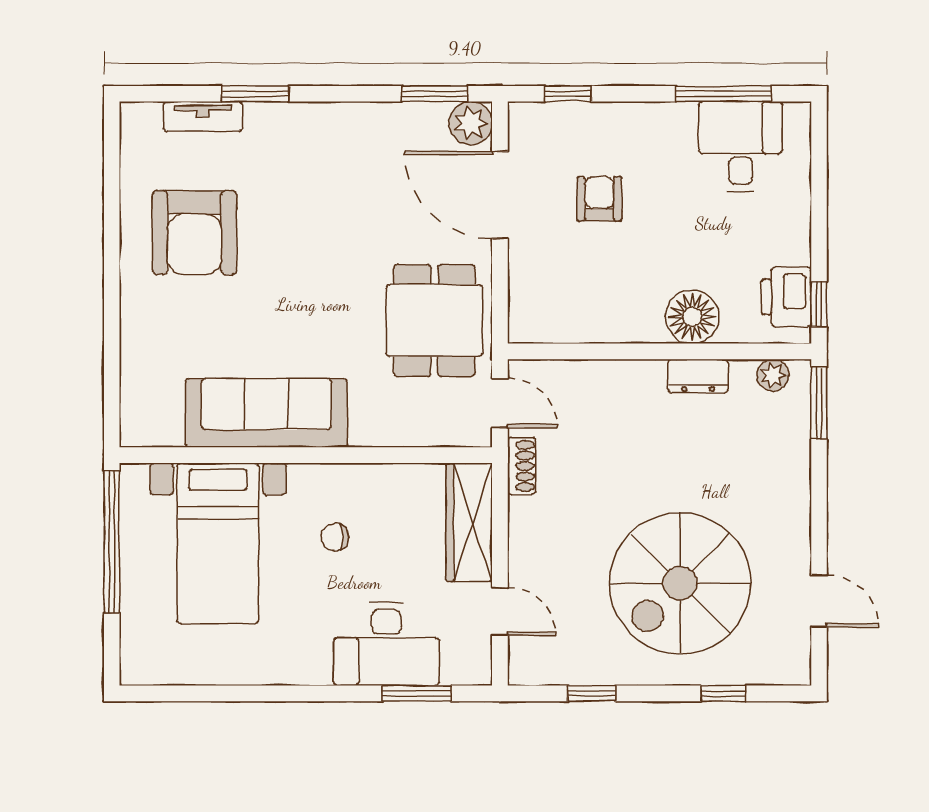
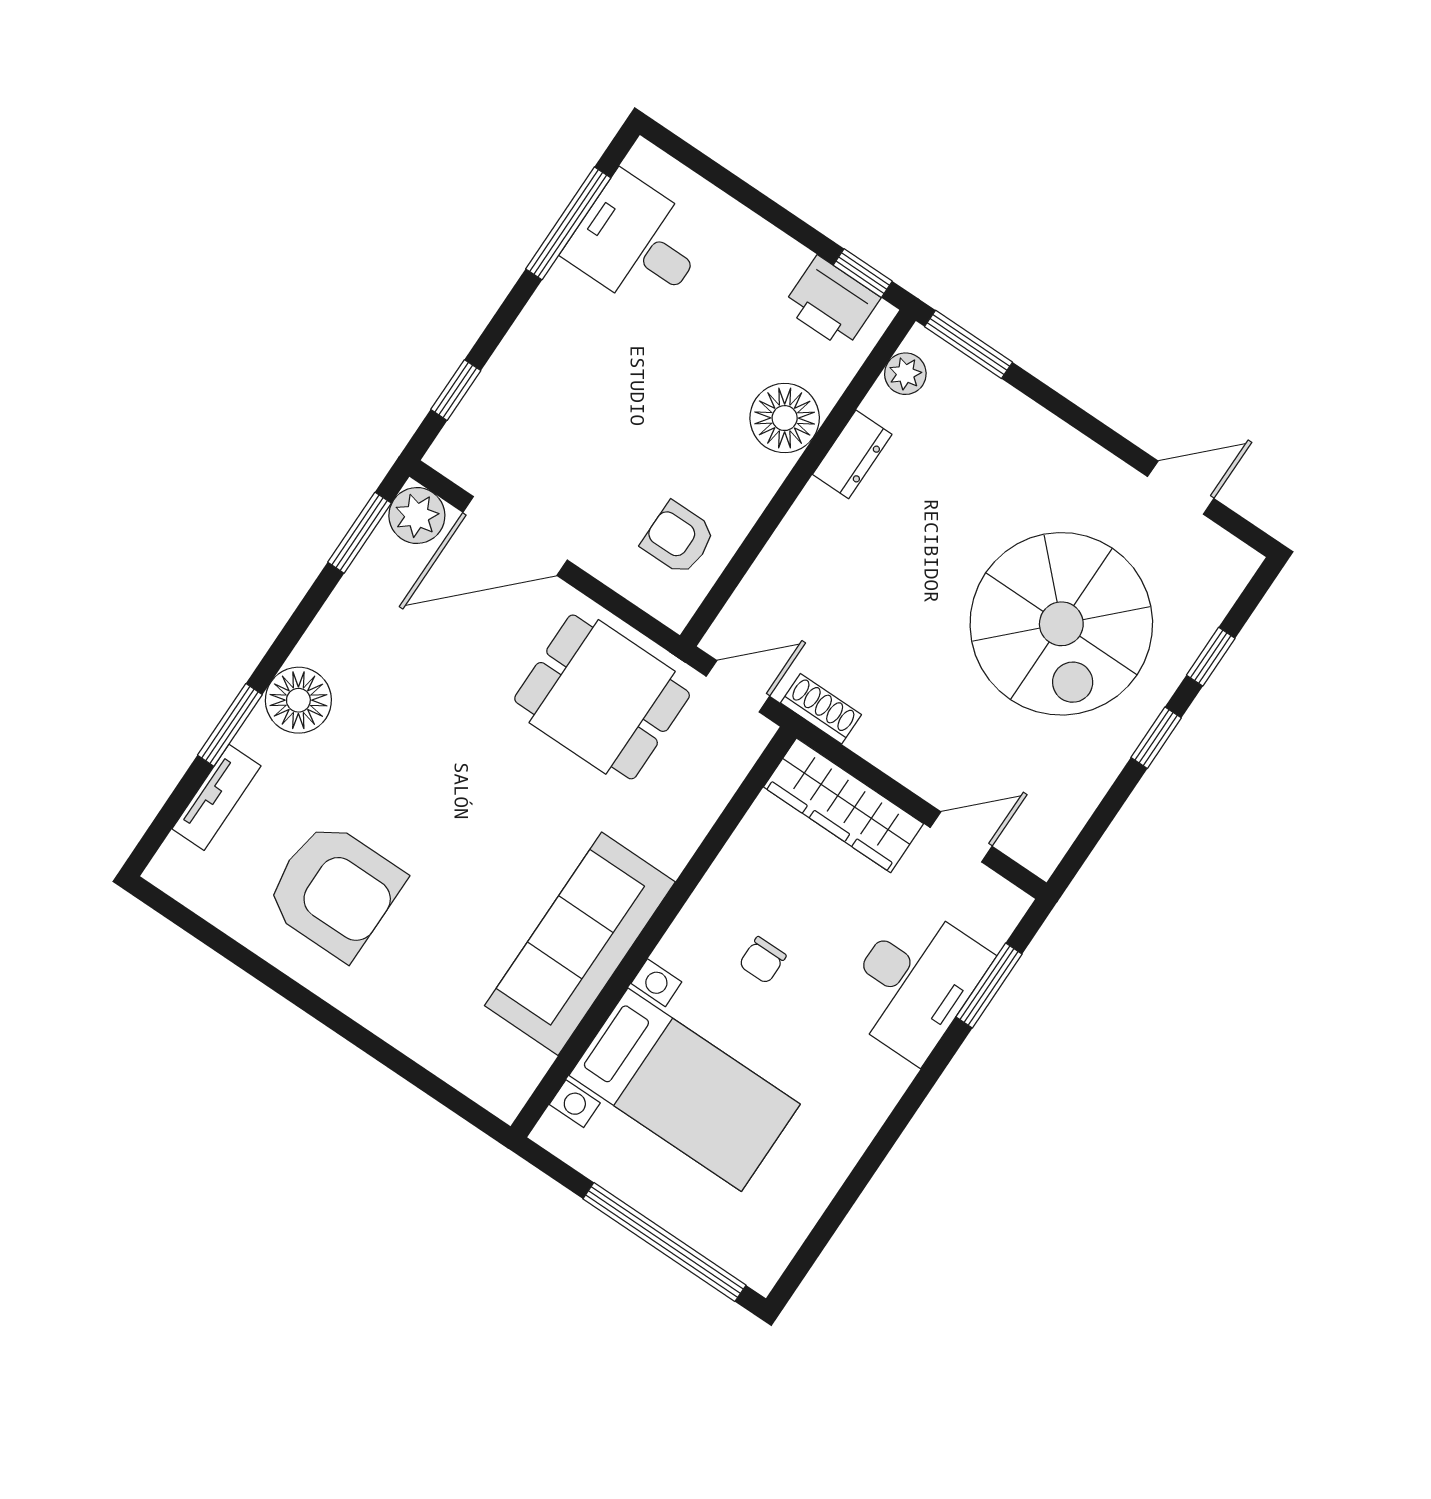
floor lamp: (301, 127) -> (298, 700), added
armchair: (599, 199) -> (678, 538), moved
window: (112, 542) -> (664, 1242), moved
window: (592, 693) -> (1156, 738), moved

